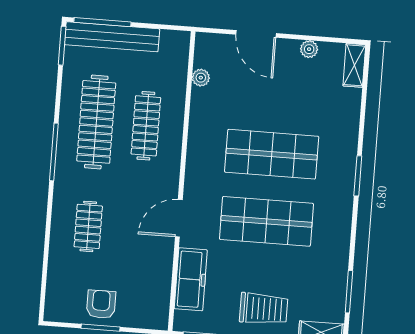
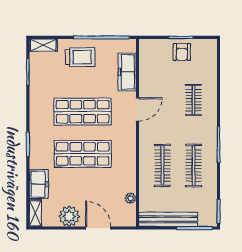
bench: (112, 37) -> (168, 219), moved
plant: (309, 49) -> (69, 216), width x1.88, depth x1.88
freezer: (345, 111) -> (39, 184), added
clothes rail: (96, 122) -> (194, 165), width x0.73, depth x0.76
trolley: (264, 309) -> (80, 57), turned 180

